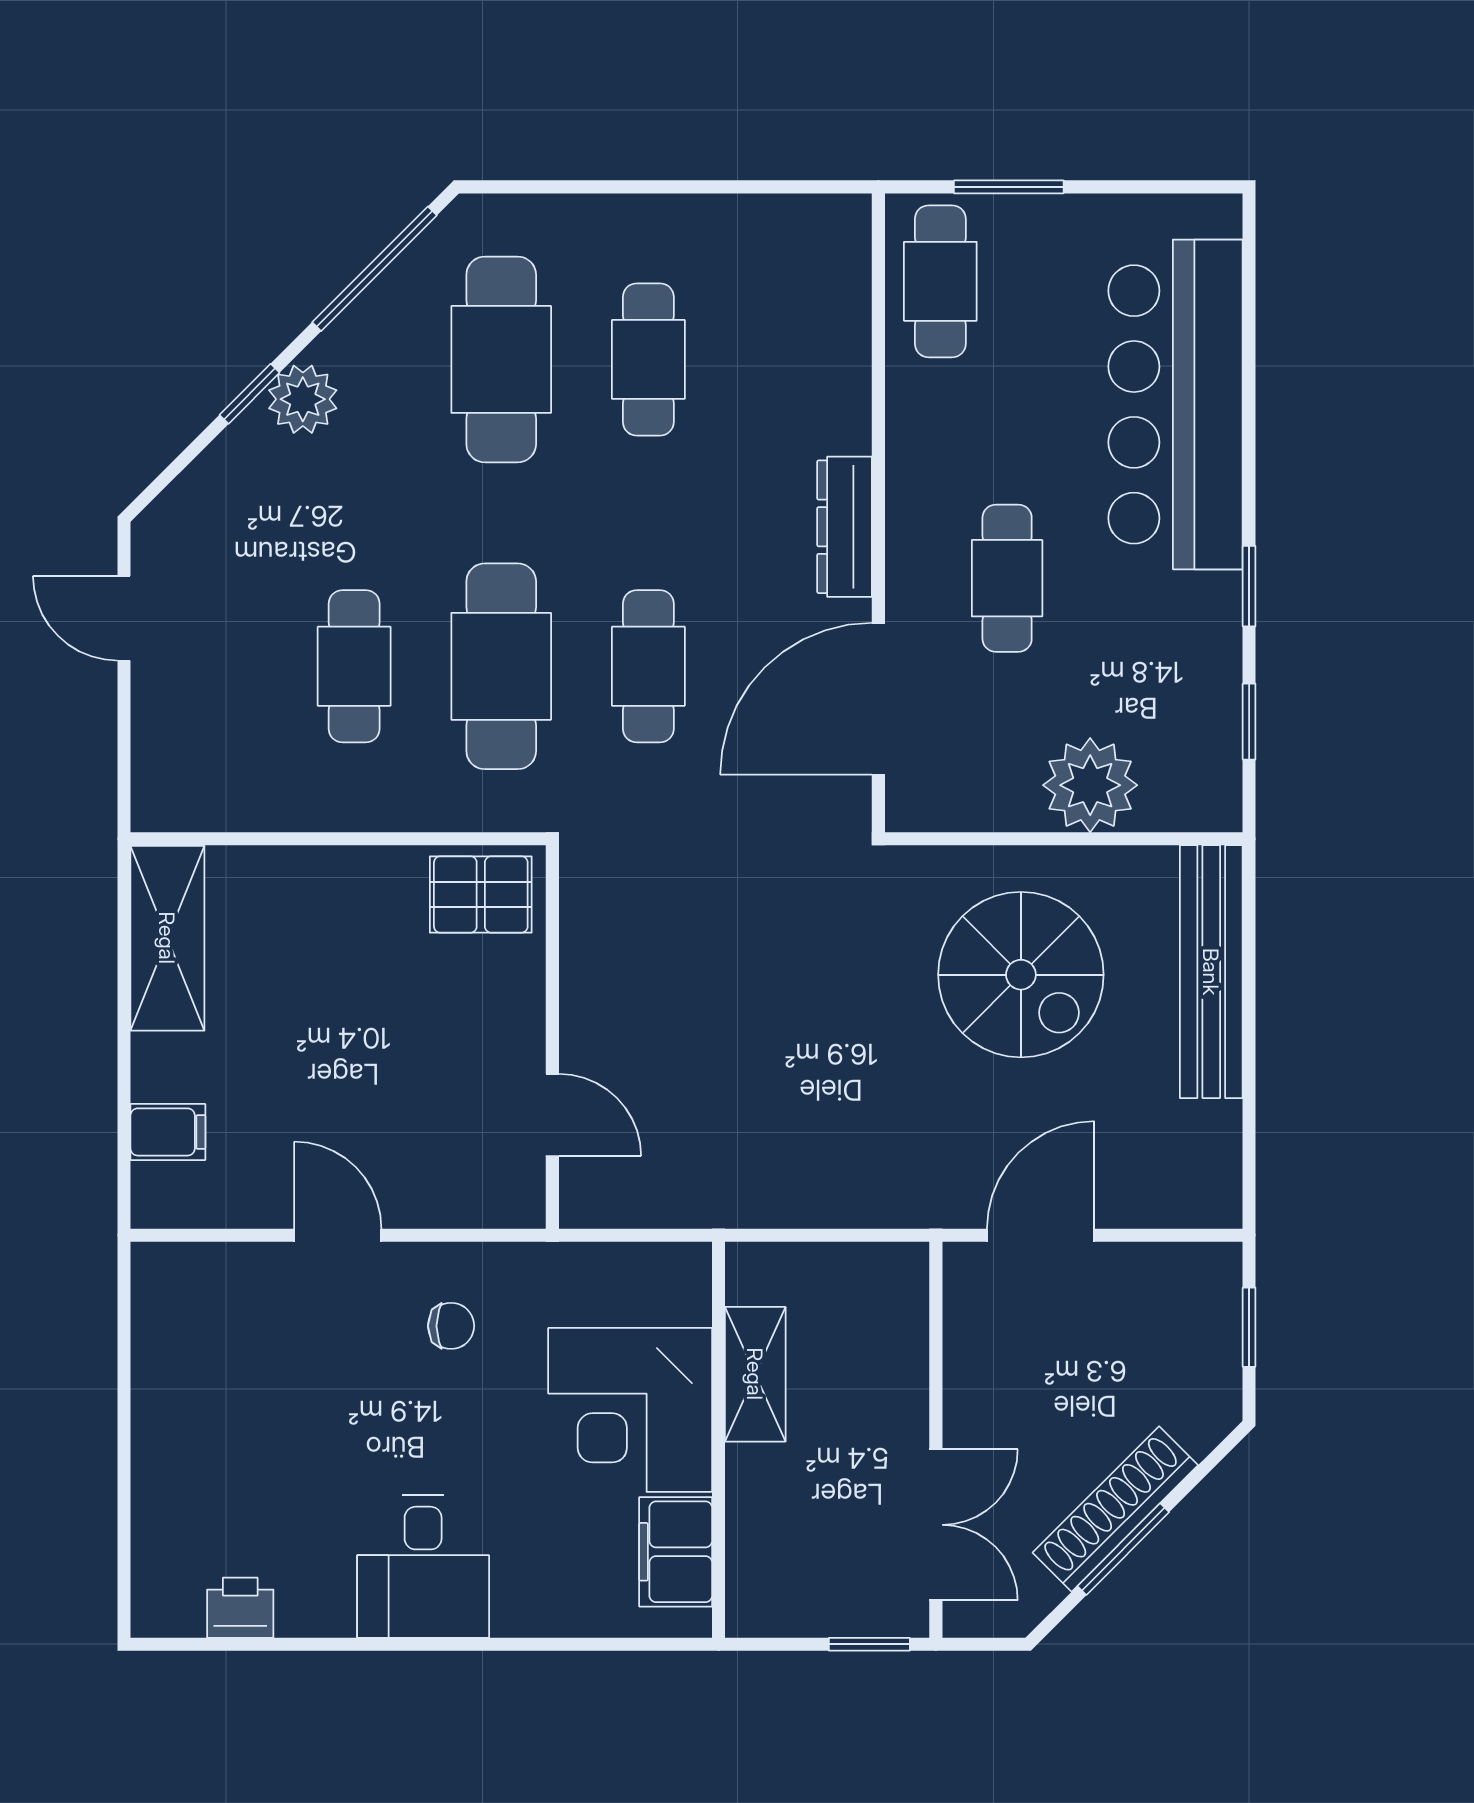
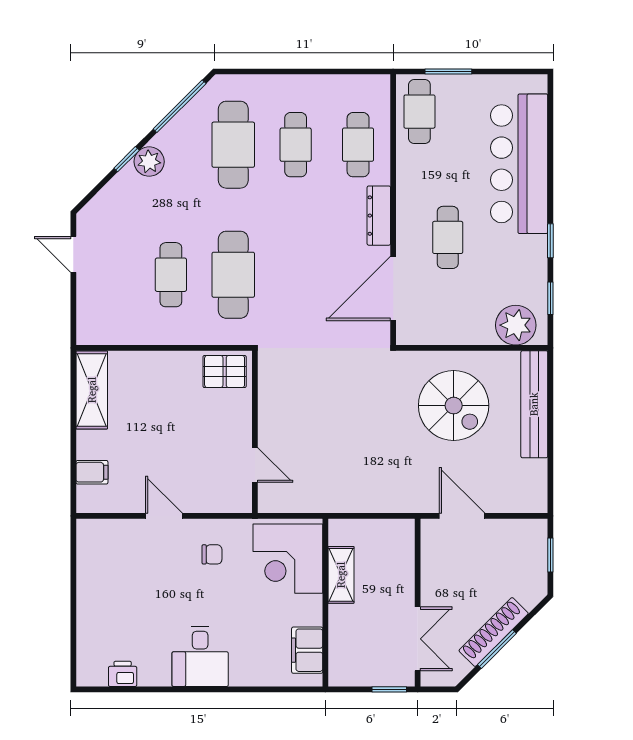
cafe table: (648, 666) -> (358, 145), moved
plant: (1090, 785) -> (516, 325), moved
door: (1041, 1235) -> (462, 516), hinge flipped
corner desk: (630, 1410) -> (288, 559), moved

